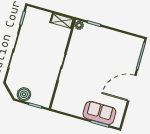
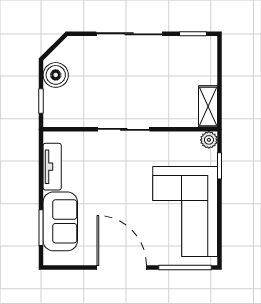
corner sofa: (112, 48) -> (185, 211), added
tv unit: (70, 109) -> (52, 167), added

